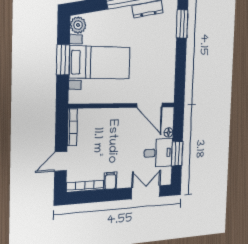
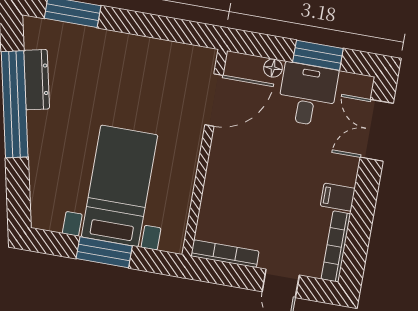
plant: (78, 25) -> (48, 216), removed

